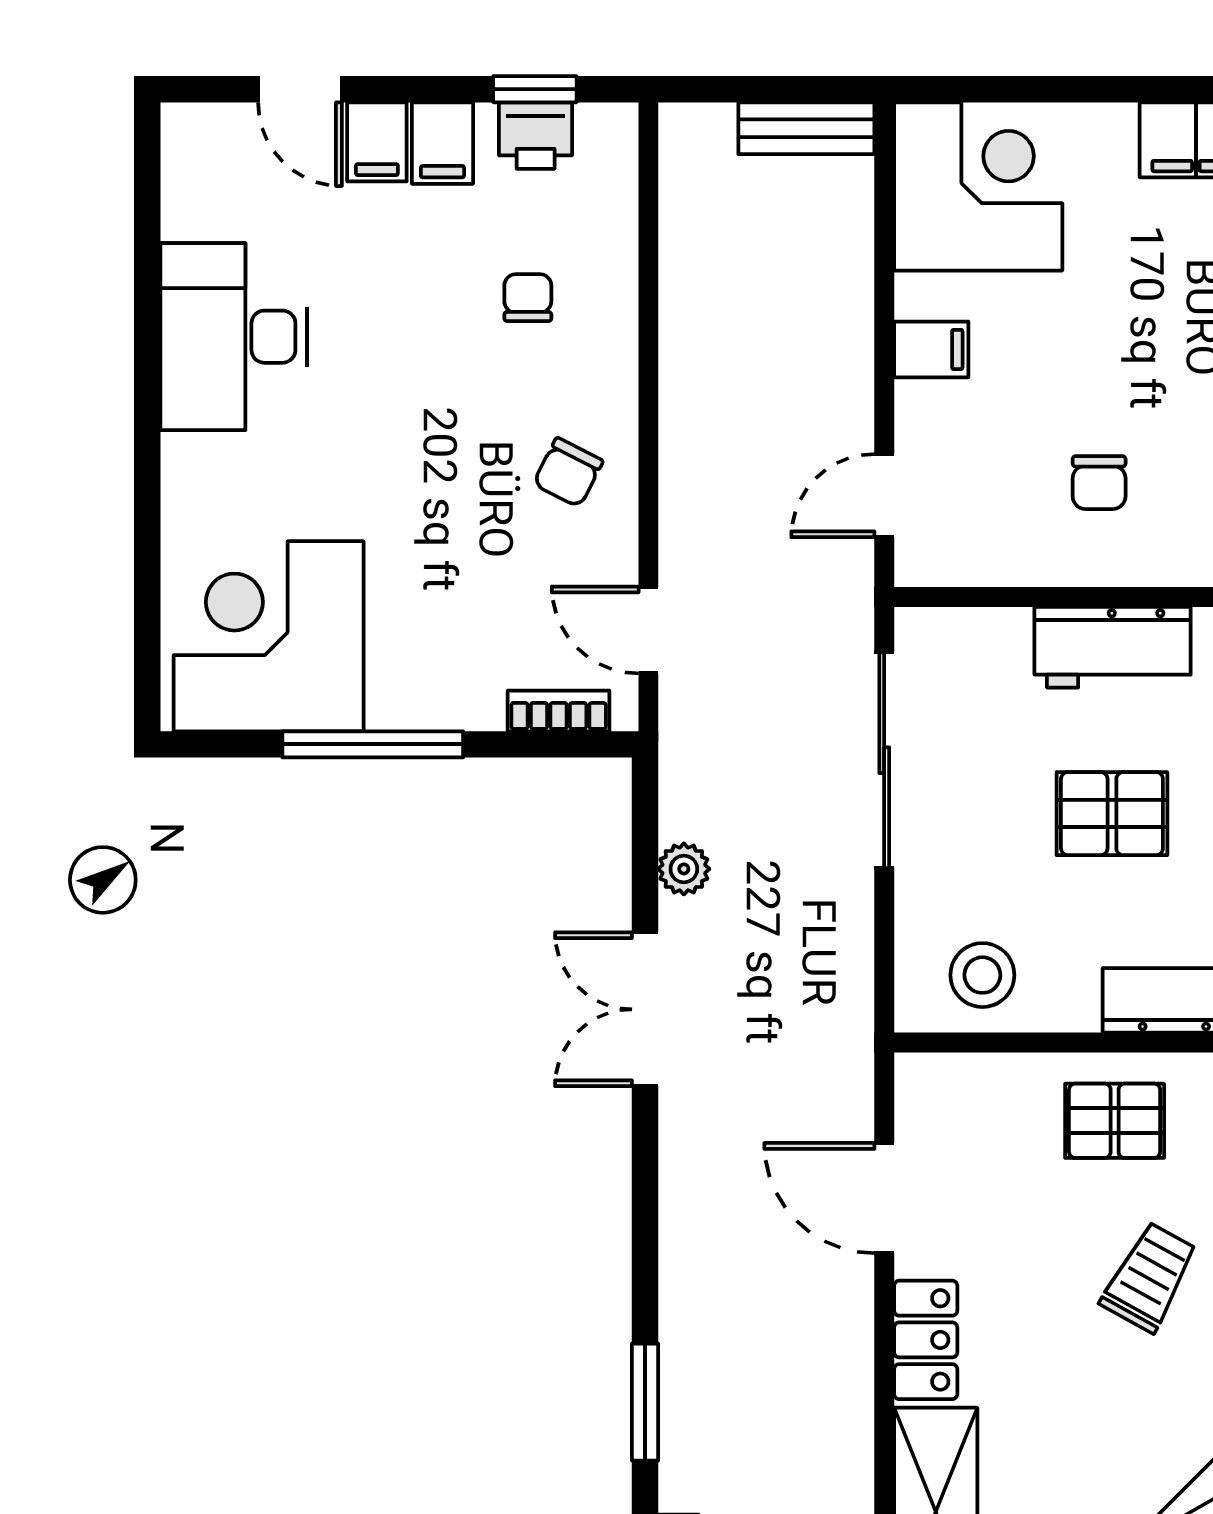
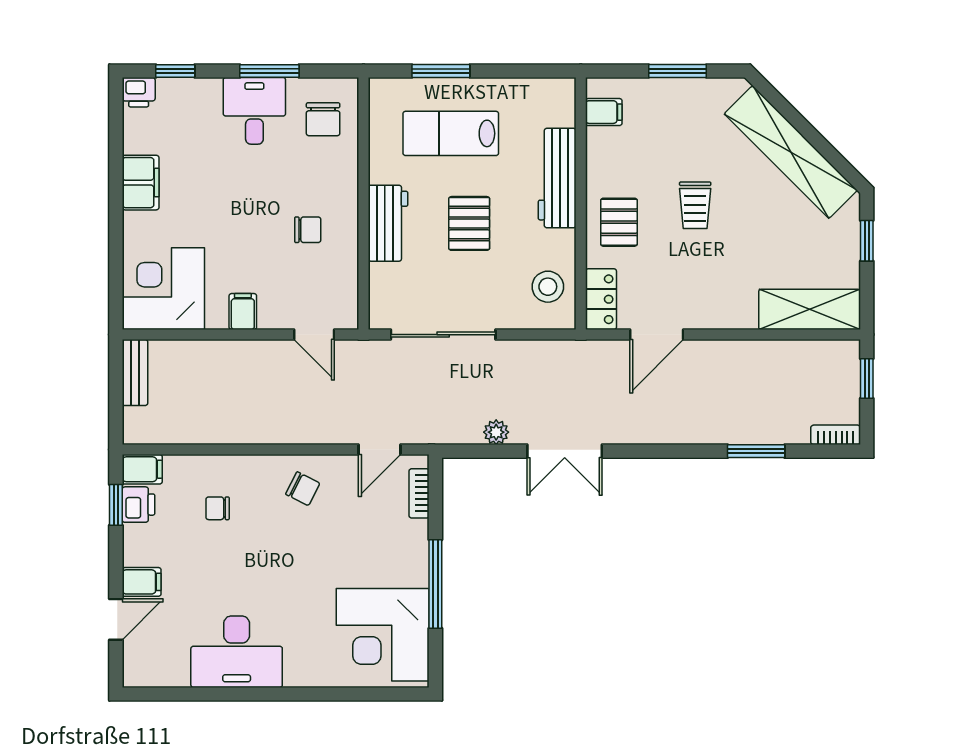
filing cabinet: (442, 143) -> (142, 469), moved
trolley: (1149, 1277) -> (695, 205), turned -119
locker: (926, 1340) -> (601, 299), moved, turned 90

